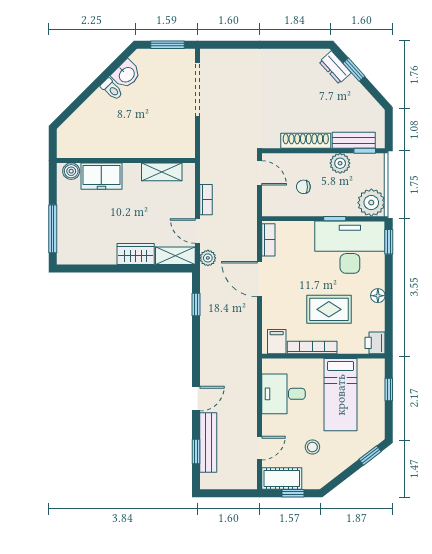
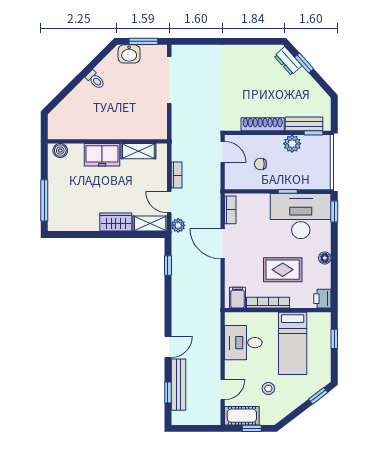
washbasin: (126, 74) -> (129, 54), moved, turned 45
freezer: (101, 176) -> (102, 155), moved
plant: (371, 203) -> (319, 178), removed

